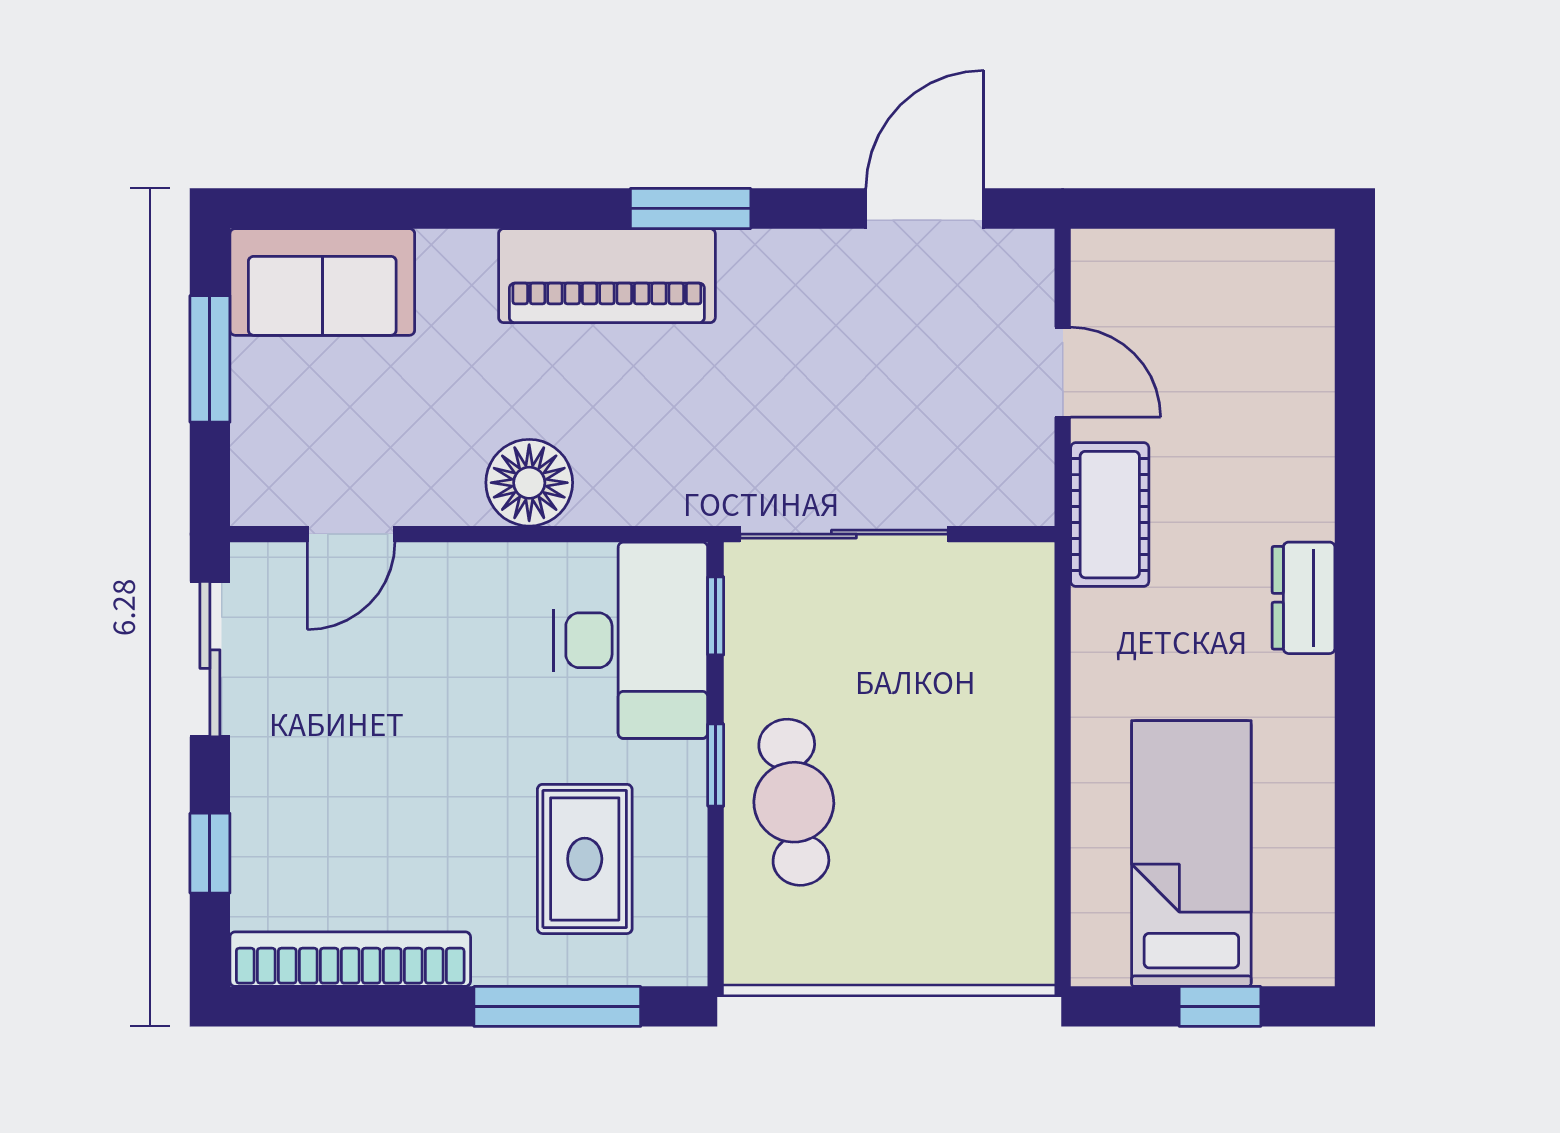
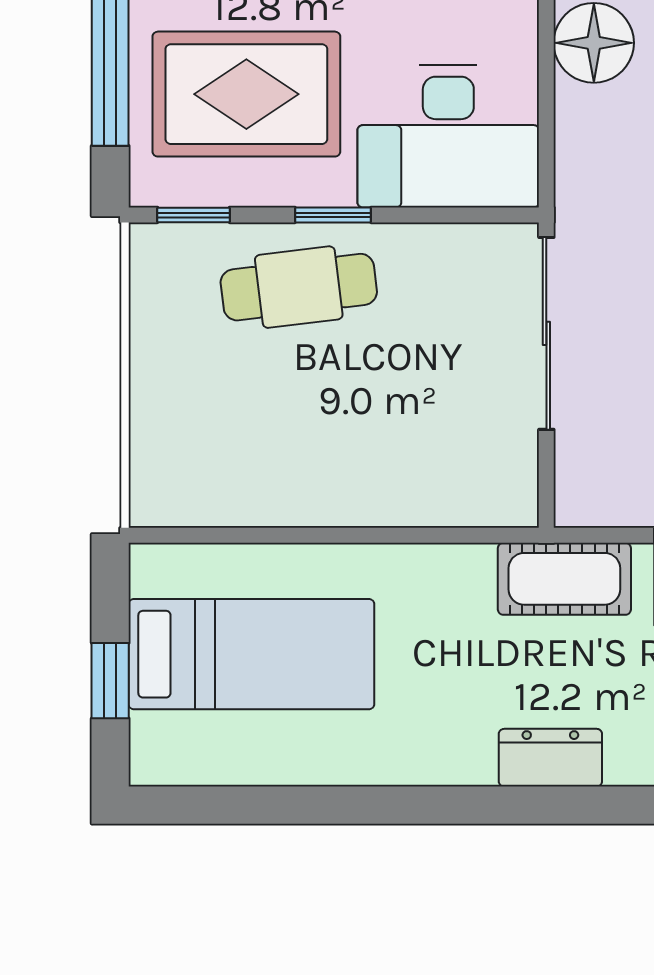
dresser: (1303, 598) -> (550, 758), moved
window: (716, 616) -> (194, 215), moved
rug: (585, 859) -> (246, 94), width x1.36, depth x1.43

